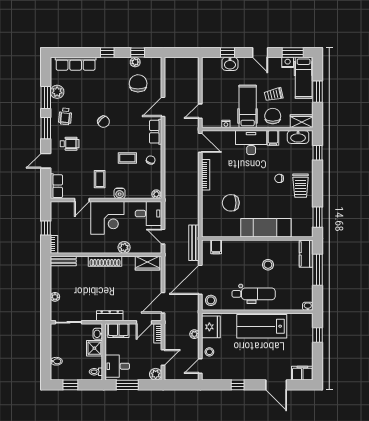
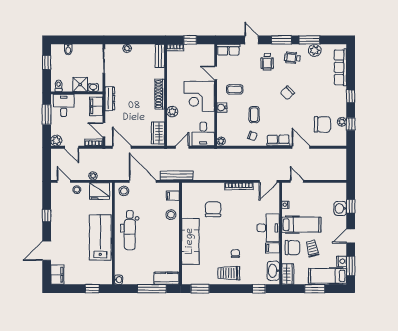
stool: (268, 265) -> (171, 215), moved

